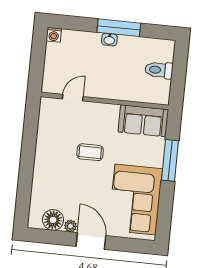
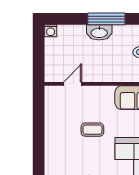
washbasin: (109, 40) -> (99, 32), width x1.91, depth x1.45

